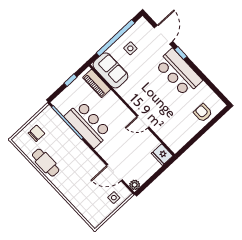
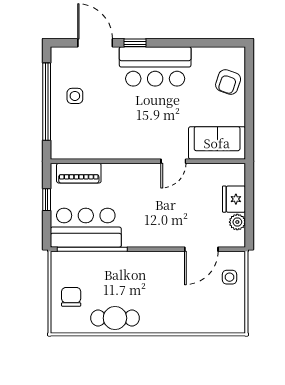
sofa: (110, 70) -> (217, 143), moved
armchair: (203, 113) -> (228, 82), turned -71
bar counter: (88, 124) -> (86, 228), moved
fridge: (162, 155) -> (234, 199), moved, turned 90
plant: (135, 185) -> (237, 222), moved

